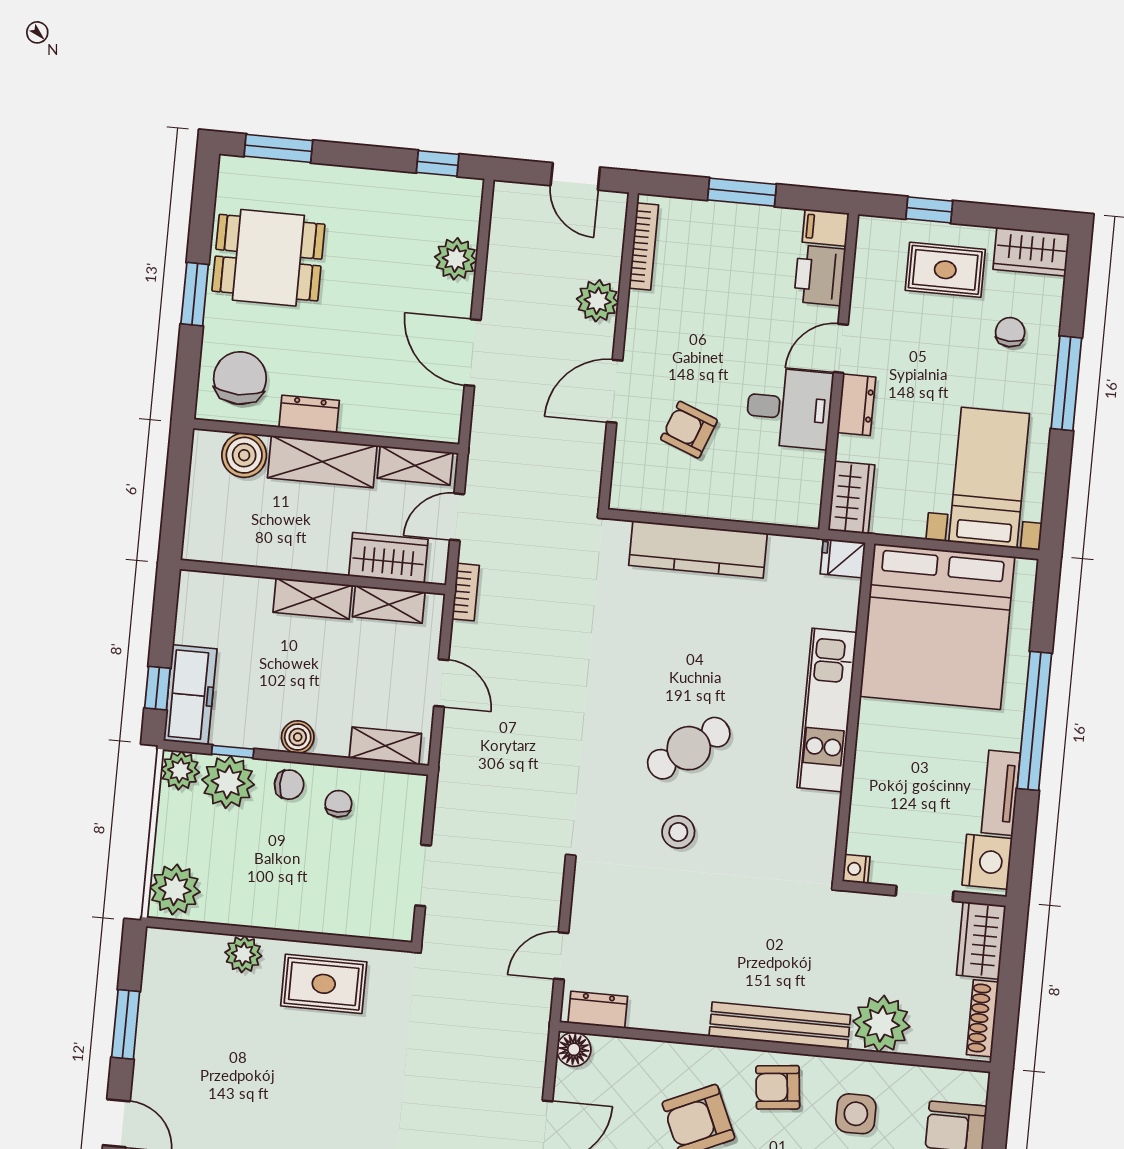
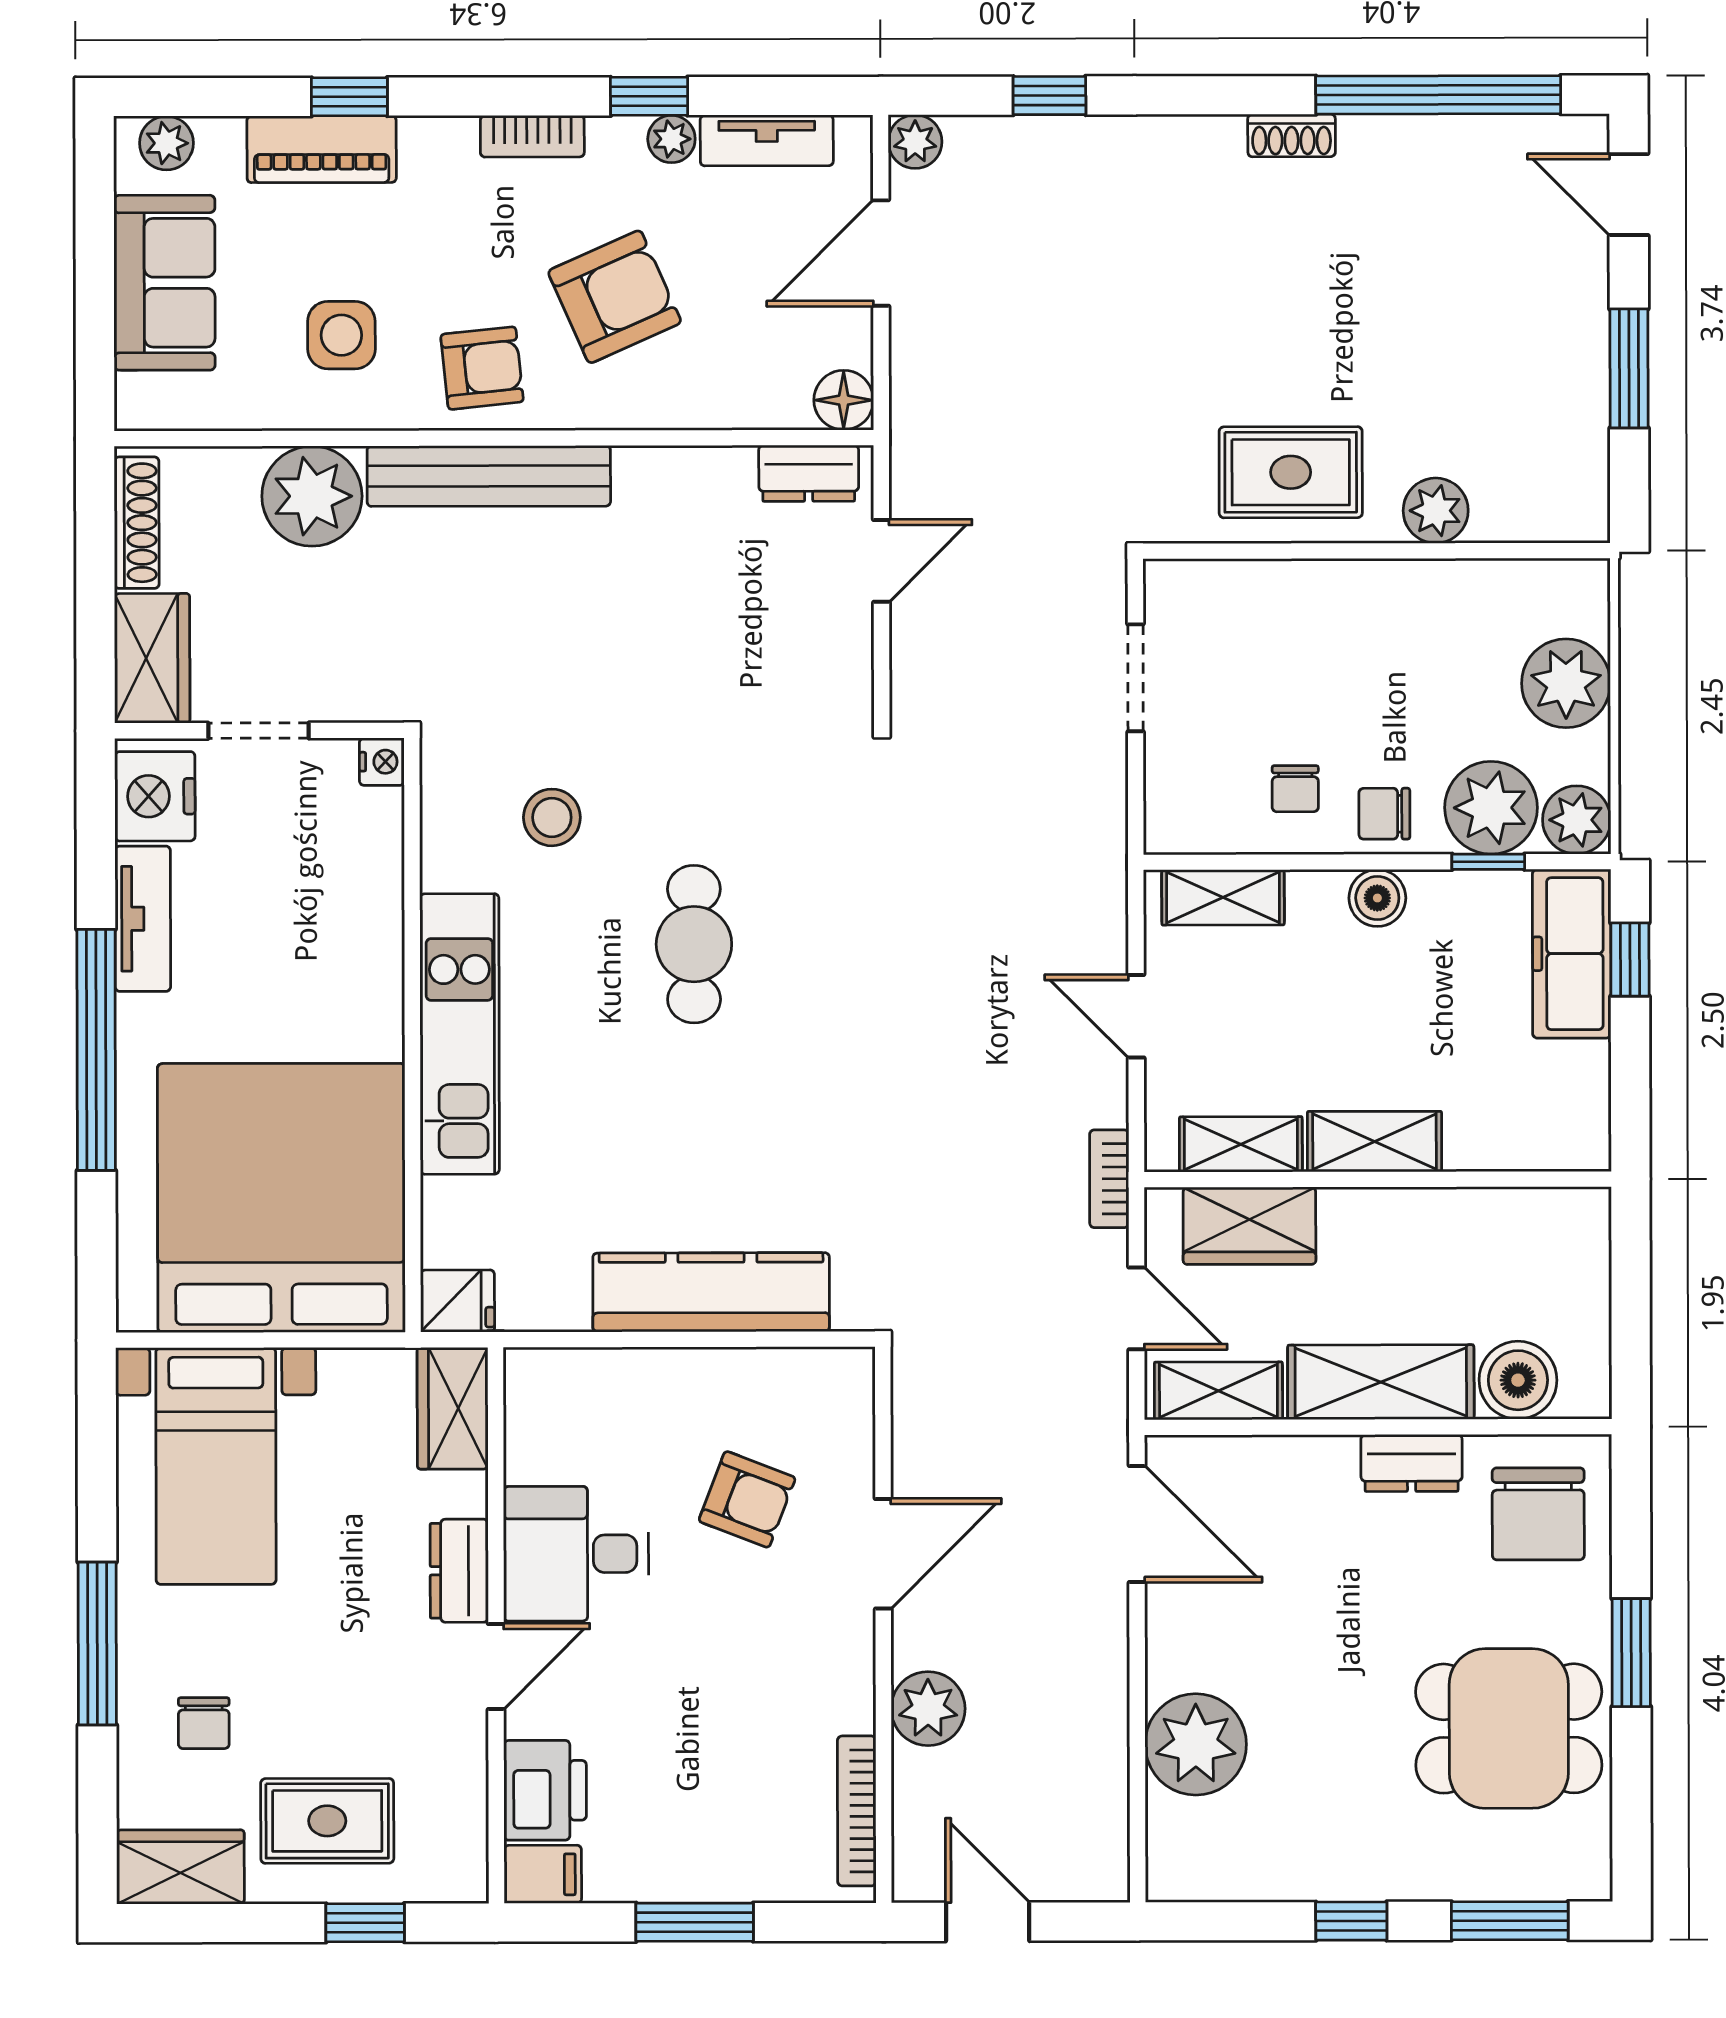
window: (438, 163) -> (1351, 1921), moved
plant: (456, 259) -> (1196, 1744), width x1.36, depth x1.36
door: (473, 353) -> (1137, 1524), moved
door: (457, 517) -> (1137, 1308), hinge flipped
cafe table: (689, 748) -> (694, 944), turned -54
stool: (678, 832) -> (552, 817), moved
plant: (175, 890) -> (1566, 683), moved

